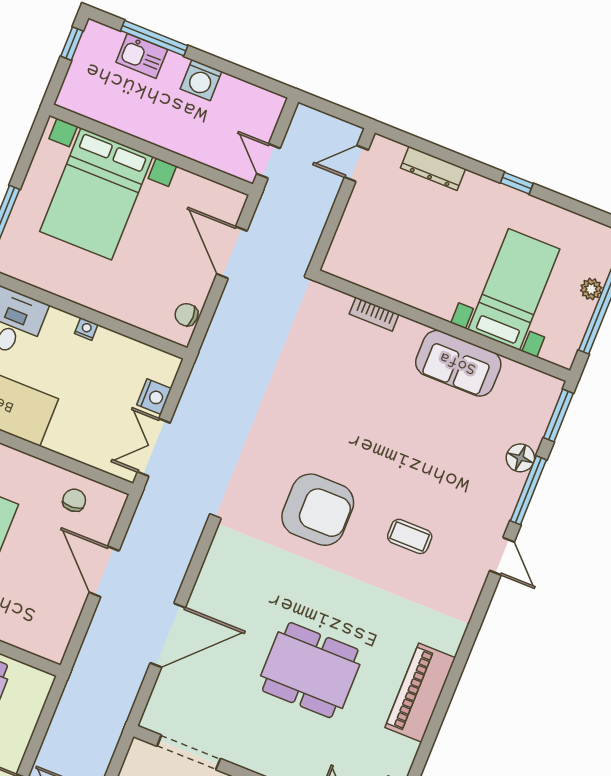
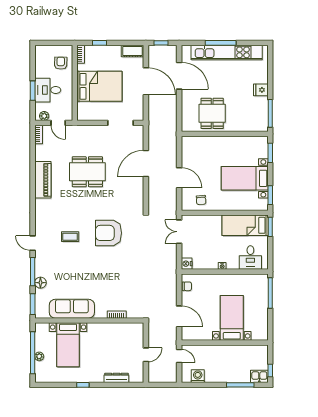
kitchen sink: (142, 56) -> (259, 376), moved
washing machine: (201, 80) -> (198, 376), moved
door: (356, 163) -> (146, 355), moved
bed with nightstands: (96, 194) -> (232, 318), width x0.73
sofa: (458, 363) -> (72, 309), width x1.36
nightstand: (154, 397) -> (187, 264), moved
double door: (154, 447) -> (179, 232), swing flipped

